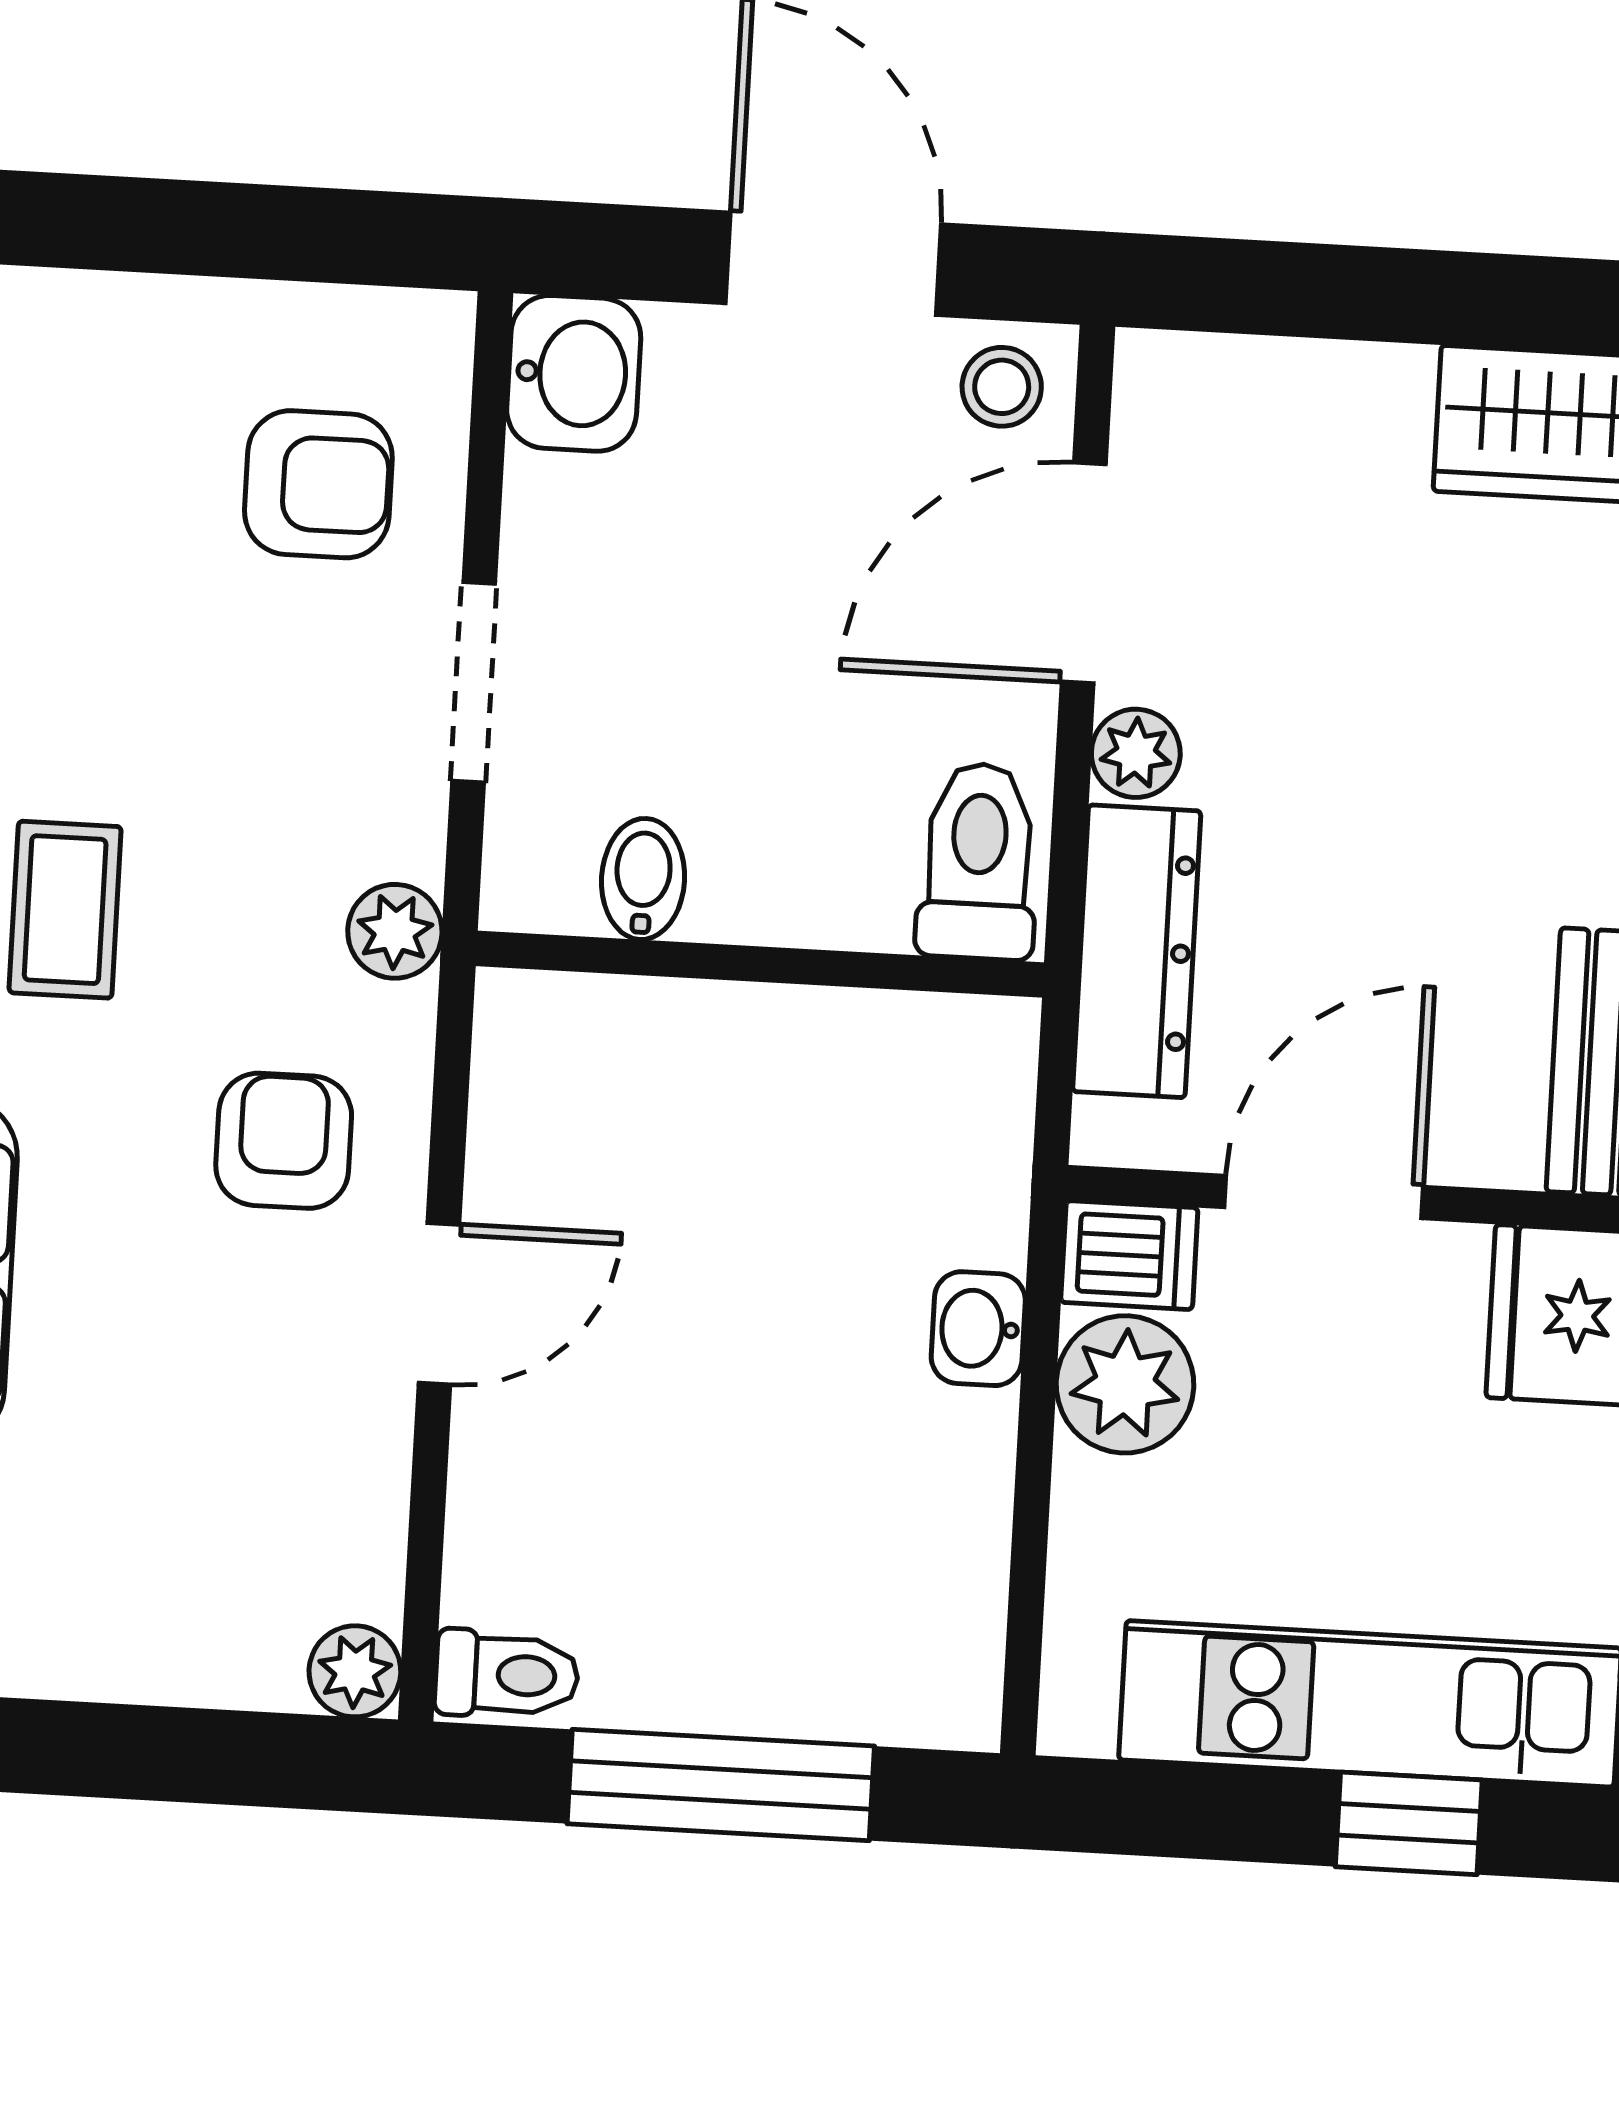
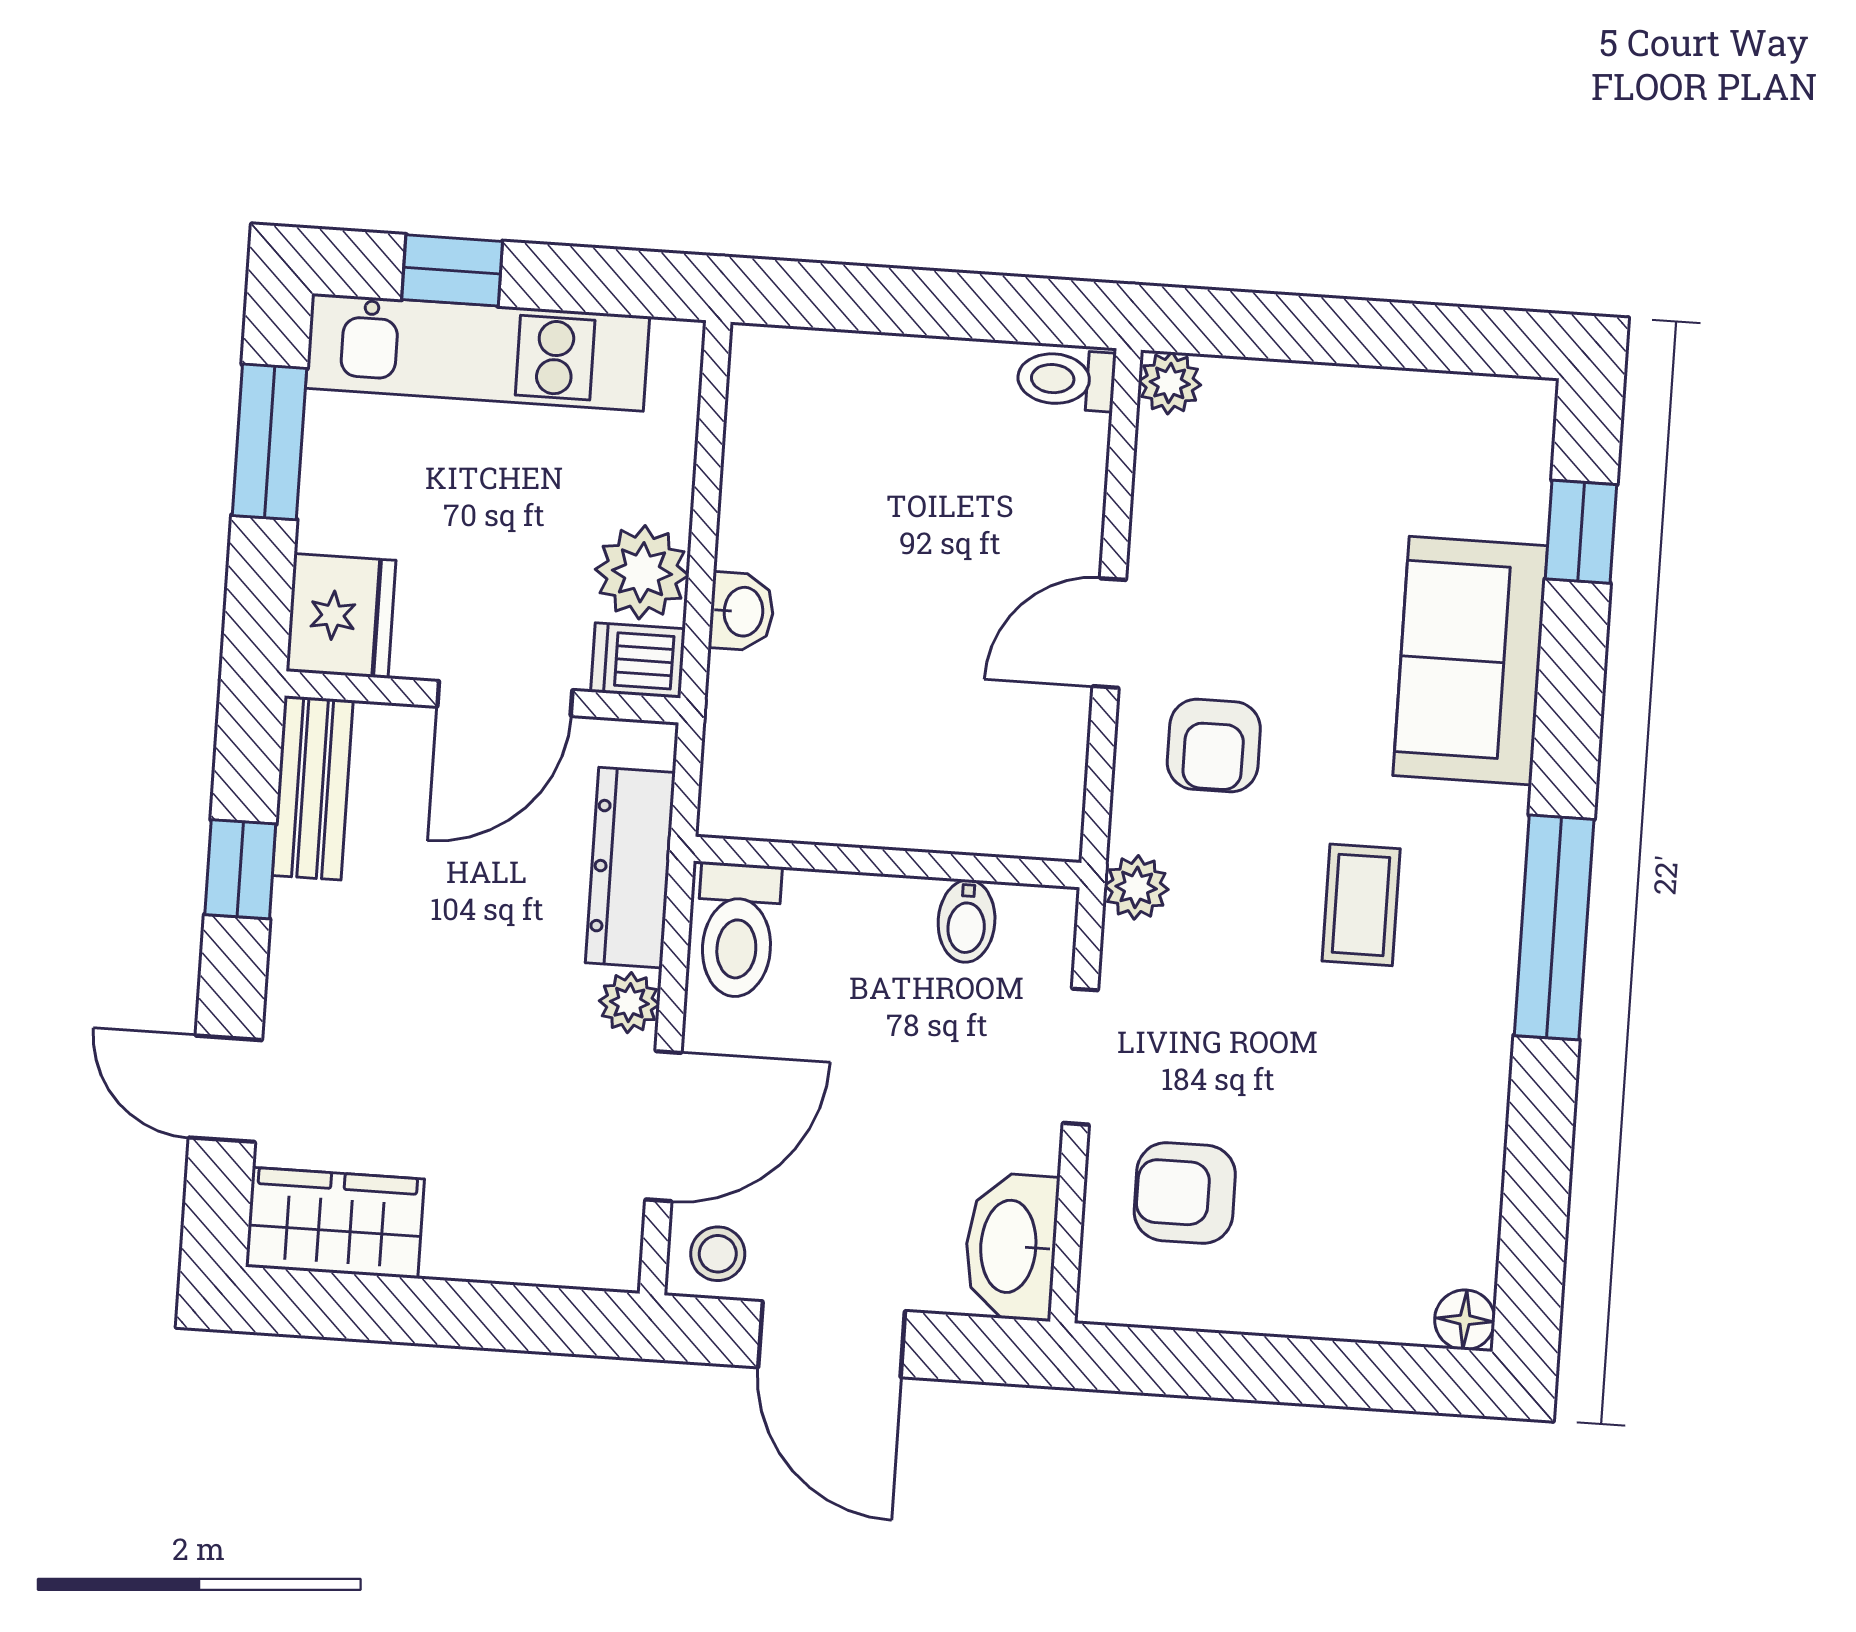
washbasin: (574, 373) -> (1011, 1247), width x1.38
window: (721, 1785) -> (921, 302), removed

